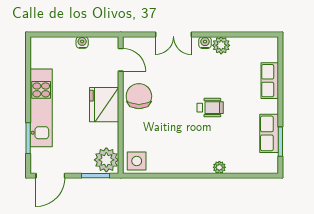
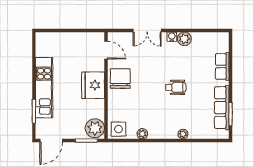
water cooler: (82, 42) -> (76, 37), removed
row of seats: (269, 133) -> (222, 108), width x1.48
plant: (167, 167) -> (142, 134), added

